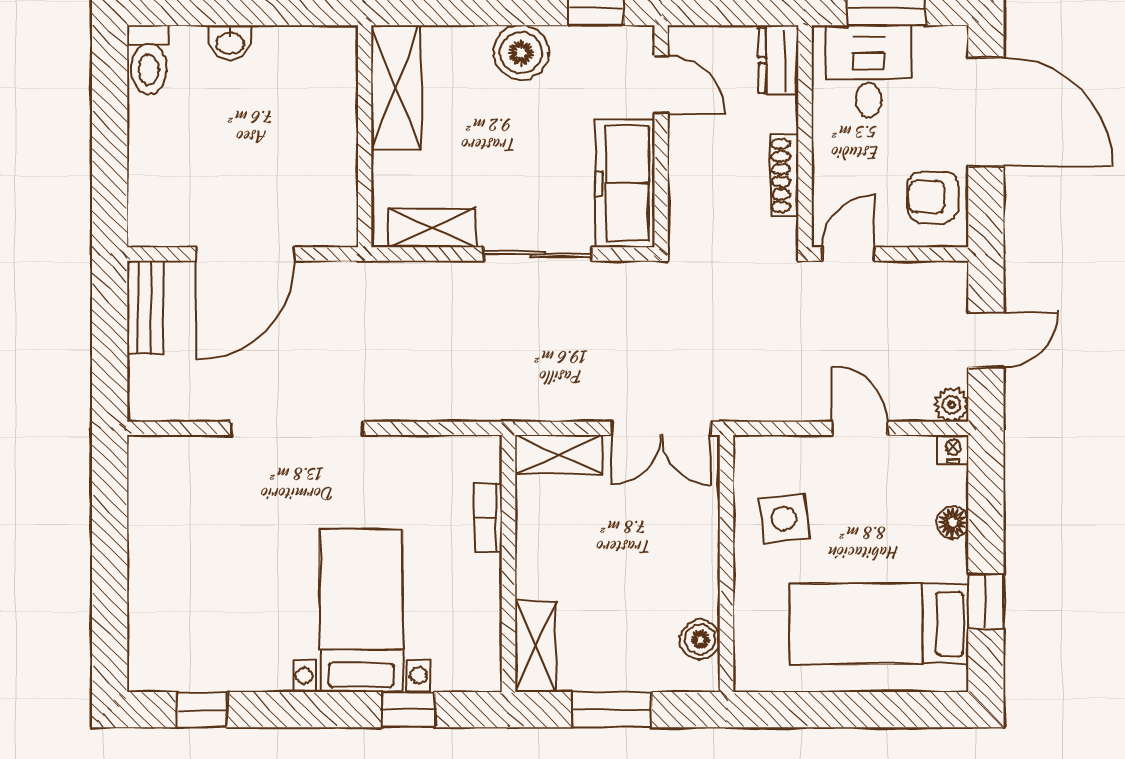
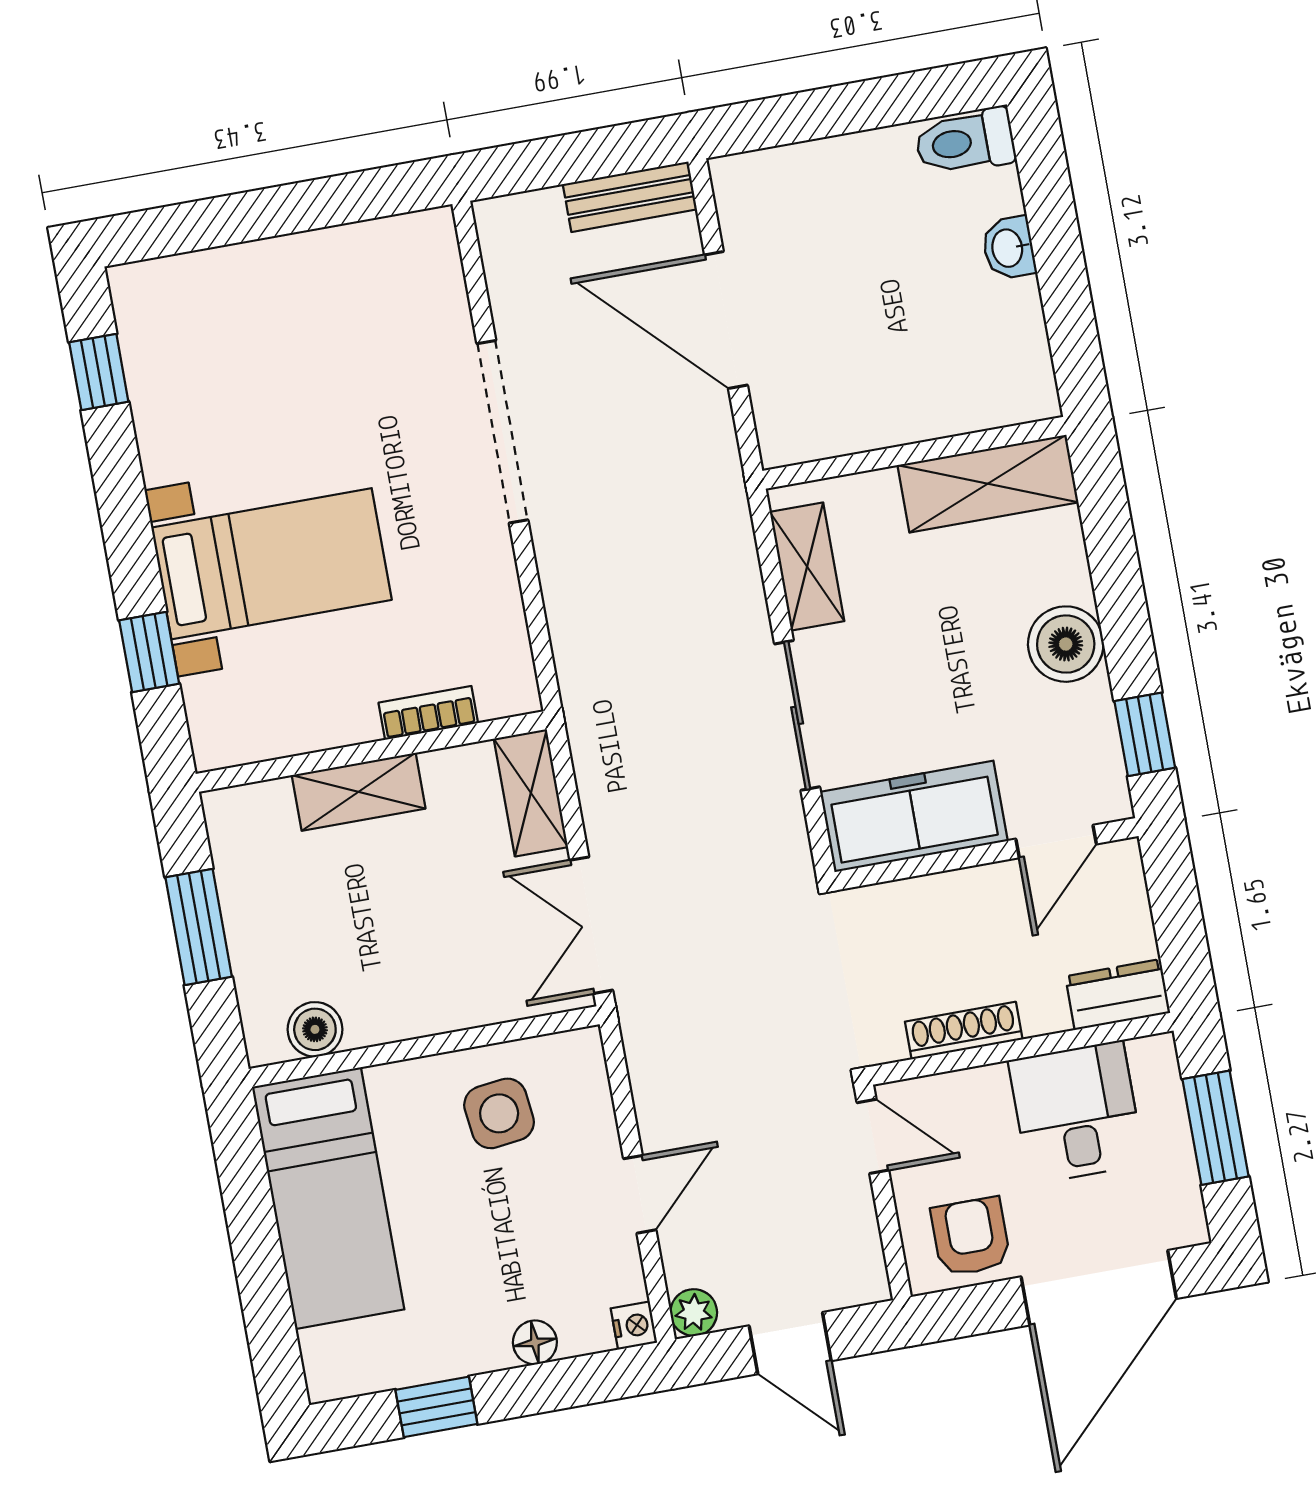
desk: (869, 71) -> (1076, 1112), moved, turned -90
bed: (879, 624) -> (328, 1198), moved, turned 180
shelving: (536, 646) -> (359, 792), moved

